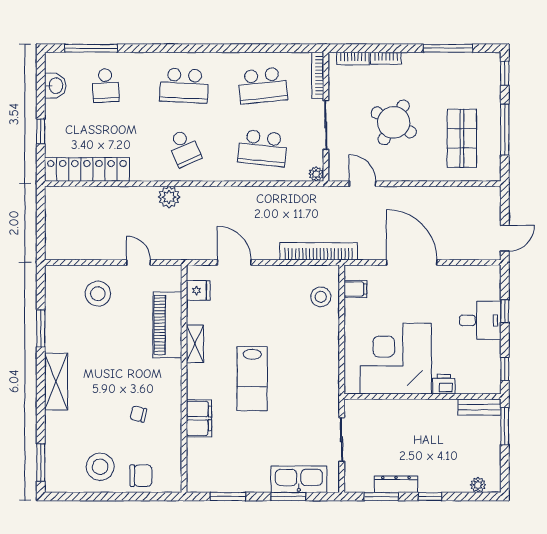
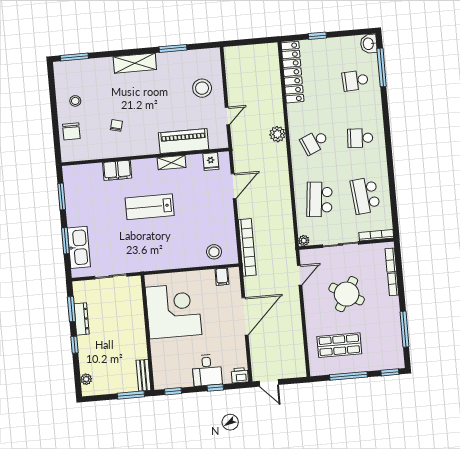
washbasin: (55, 86) -> (369, 44), moved, turned 90
school desk: (184, 86) -> (360, 138), width x0.54
printer: (444, 384) -> (240, 375), moved, turned -90
stool: (100, 467) -> (75, 101), width x0.53, depth x0.53

